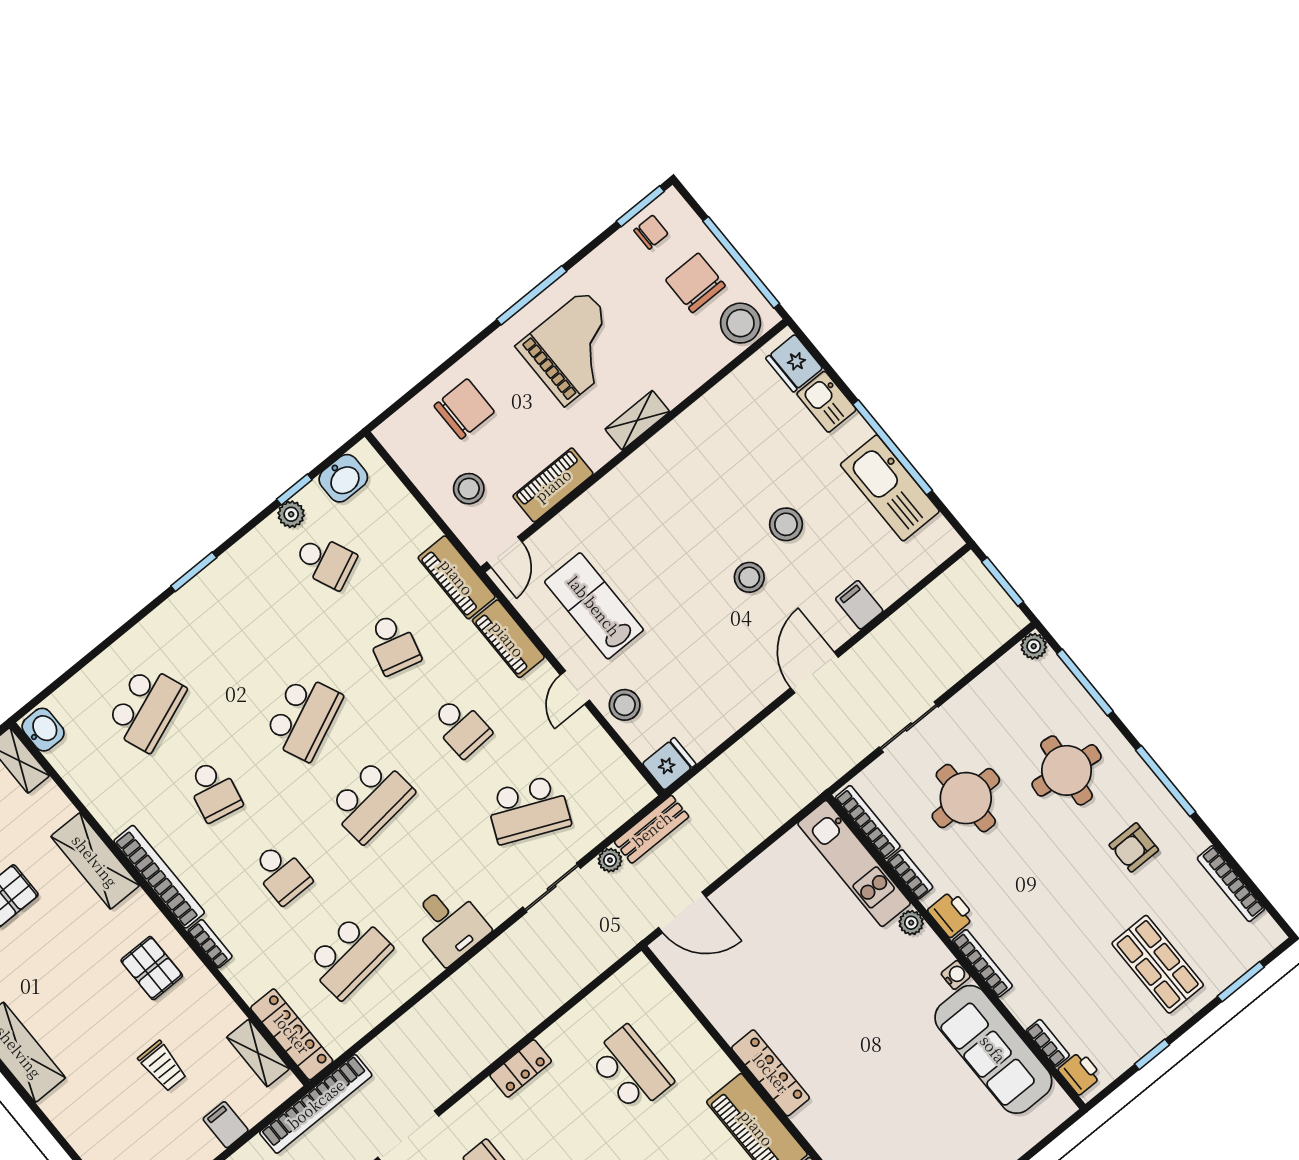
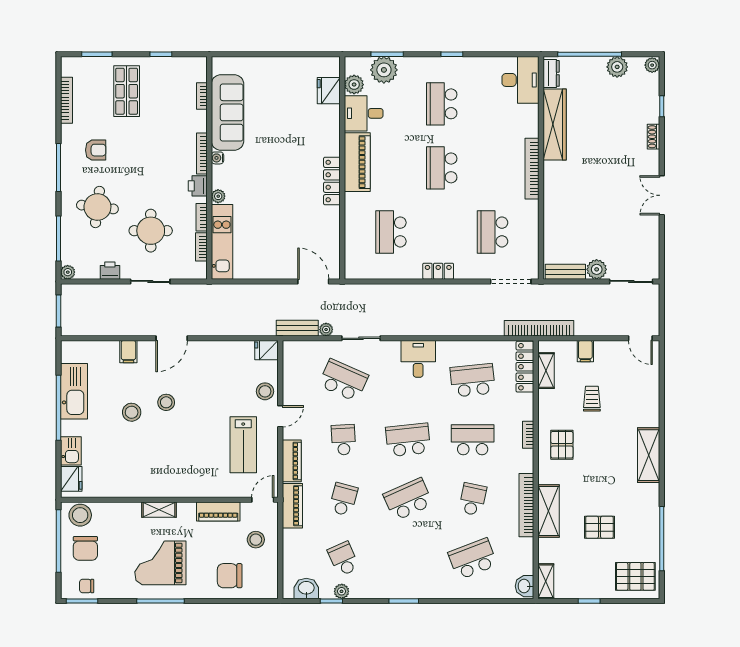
bookcase: (868, 822) -> (201, 247), width x0.64
school desk: (281, 874) -> (473, 440), width x1.85
bookcase: (159, 877) -> (526, 505), moved
printer: (1080, 1073) -> (110, 271), moved, turned 90

